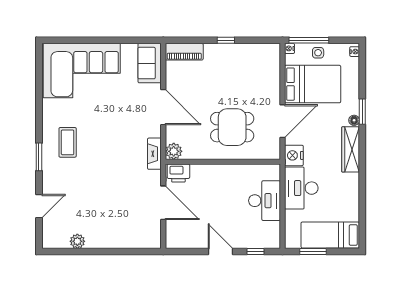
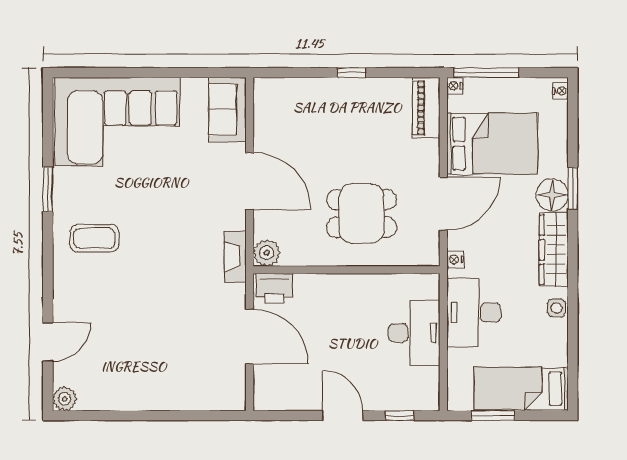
piano: (184, 52) -> (426, 108), moved, turned 90
side table: (318, 53) -> (556, 308), moved
floor lamp: (354, 120) -> (552, 195), width x1.89, depth x1.89
coffee table: (68, 142) -> (94, 238), turned 90
nightstand: (294, 155) -> (455, 259), width x0.53, depth x0.56
window: (39, 157) -> (48, 189), moved
plant: (77, 241) -> (65, 399), moved

